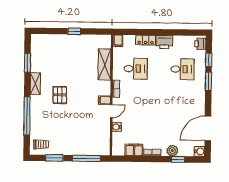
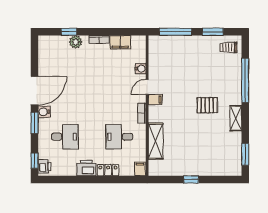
window: (209, 60) -> (35, 161), moved
window: (27, 63) -> (245, 154), moved
desk: (182, 69) -> (65, 137), turned 180
pallet: (60, 95) -> (207, 105), turned 90
door: (208, 128) -> (35, 91), moved
water cooler: (199, 151) -> (44, 112), moved

